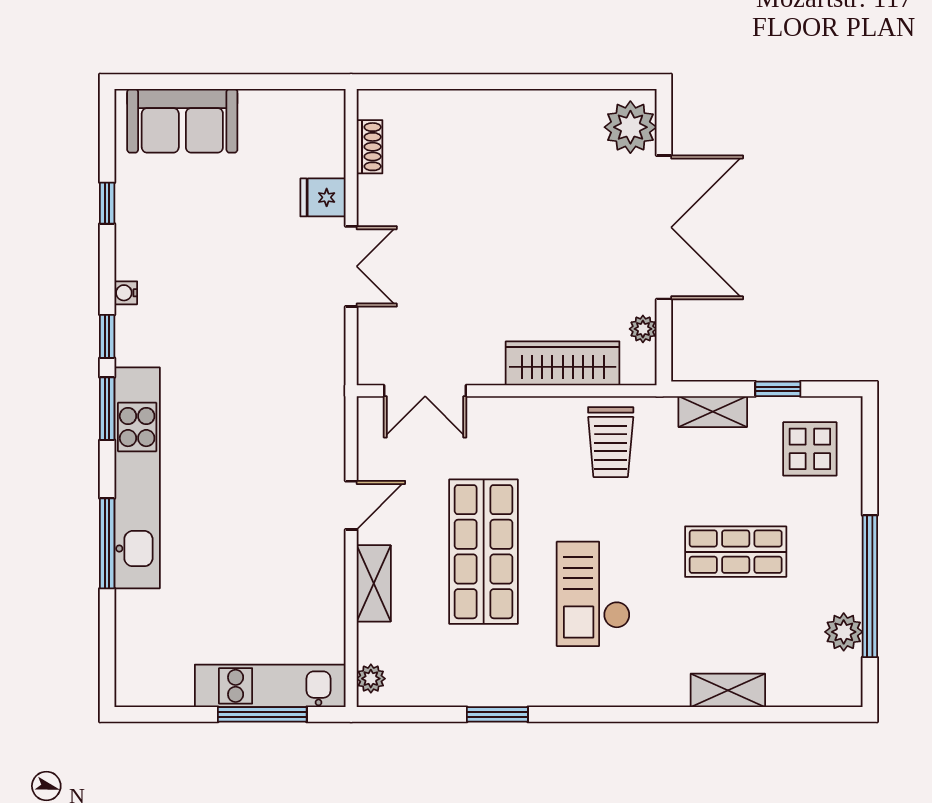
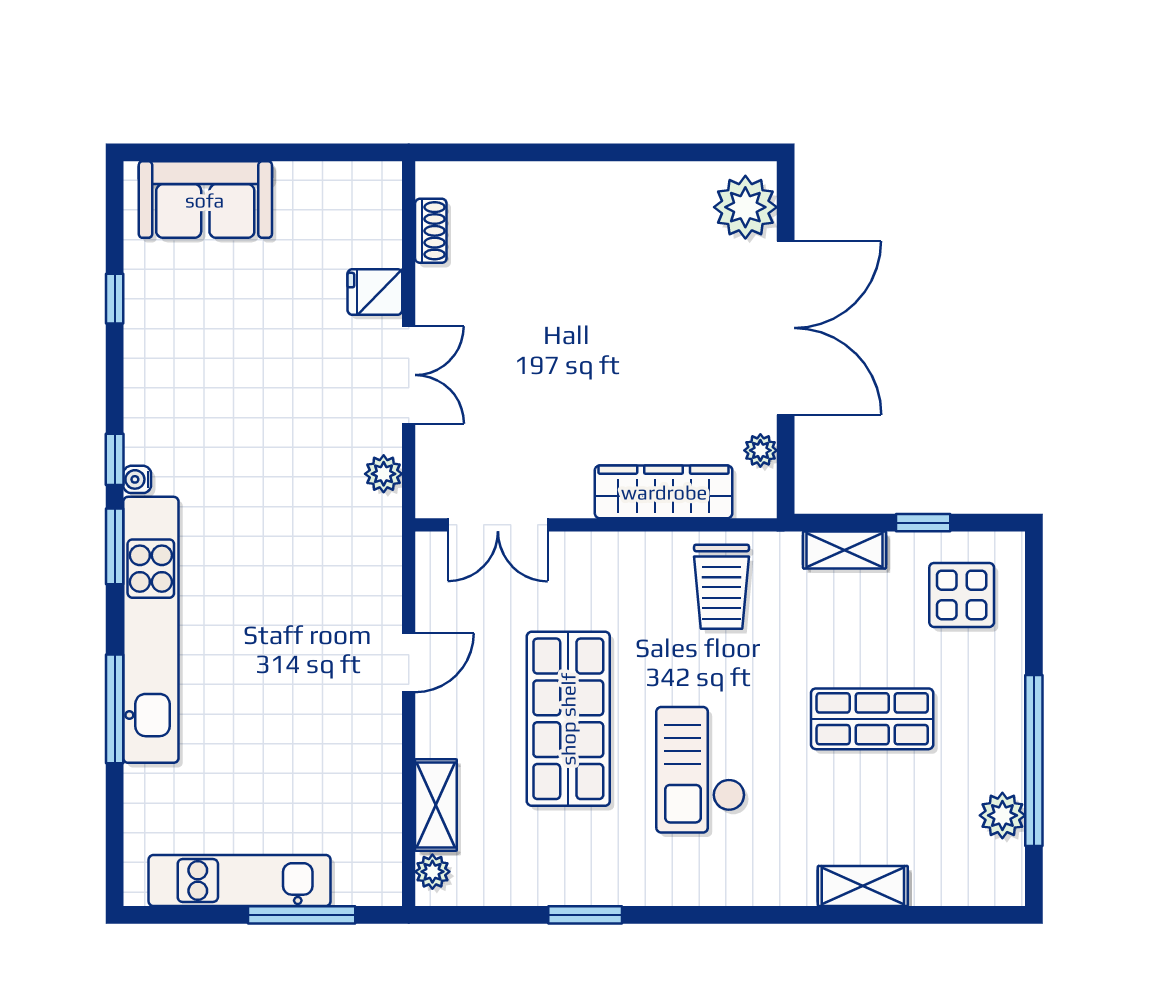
water cooler: (126, 293) -> (137, 479), moved
plant: (330, 348) -> (384, 474), added
shelving: (374, 583) -> (436, 805), moved
kitchen unit: (270, 686) -> (240, 881), moved

